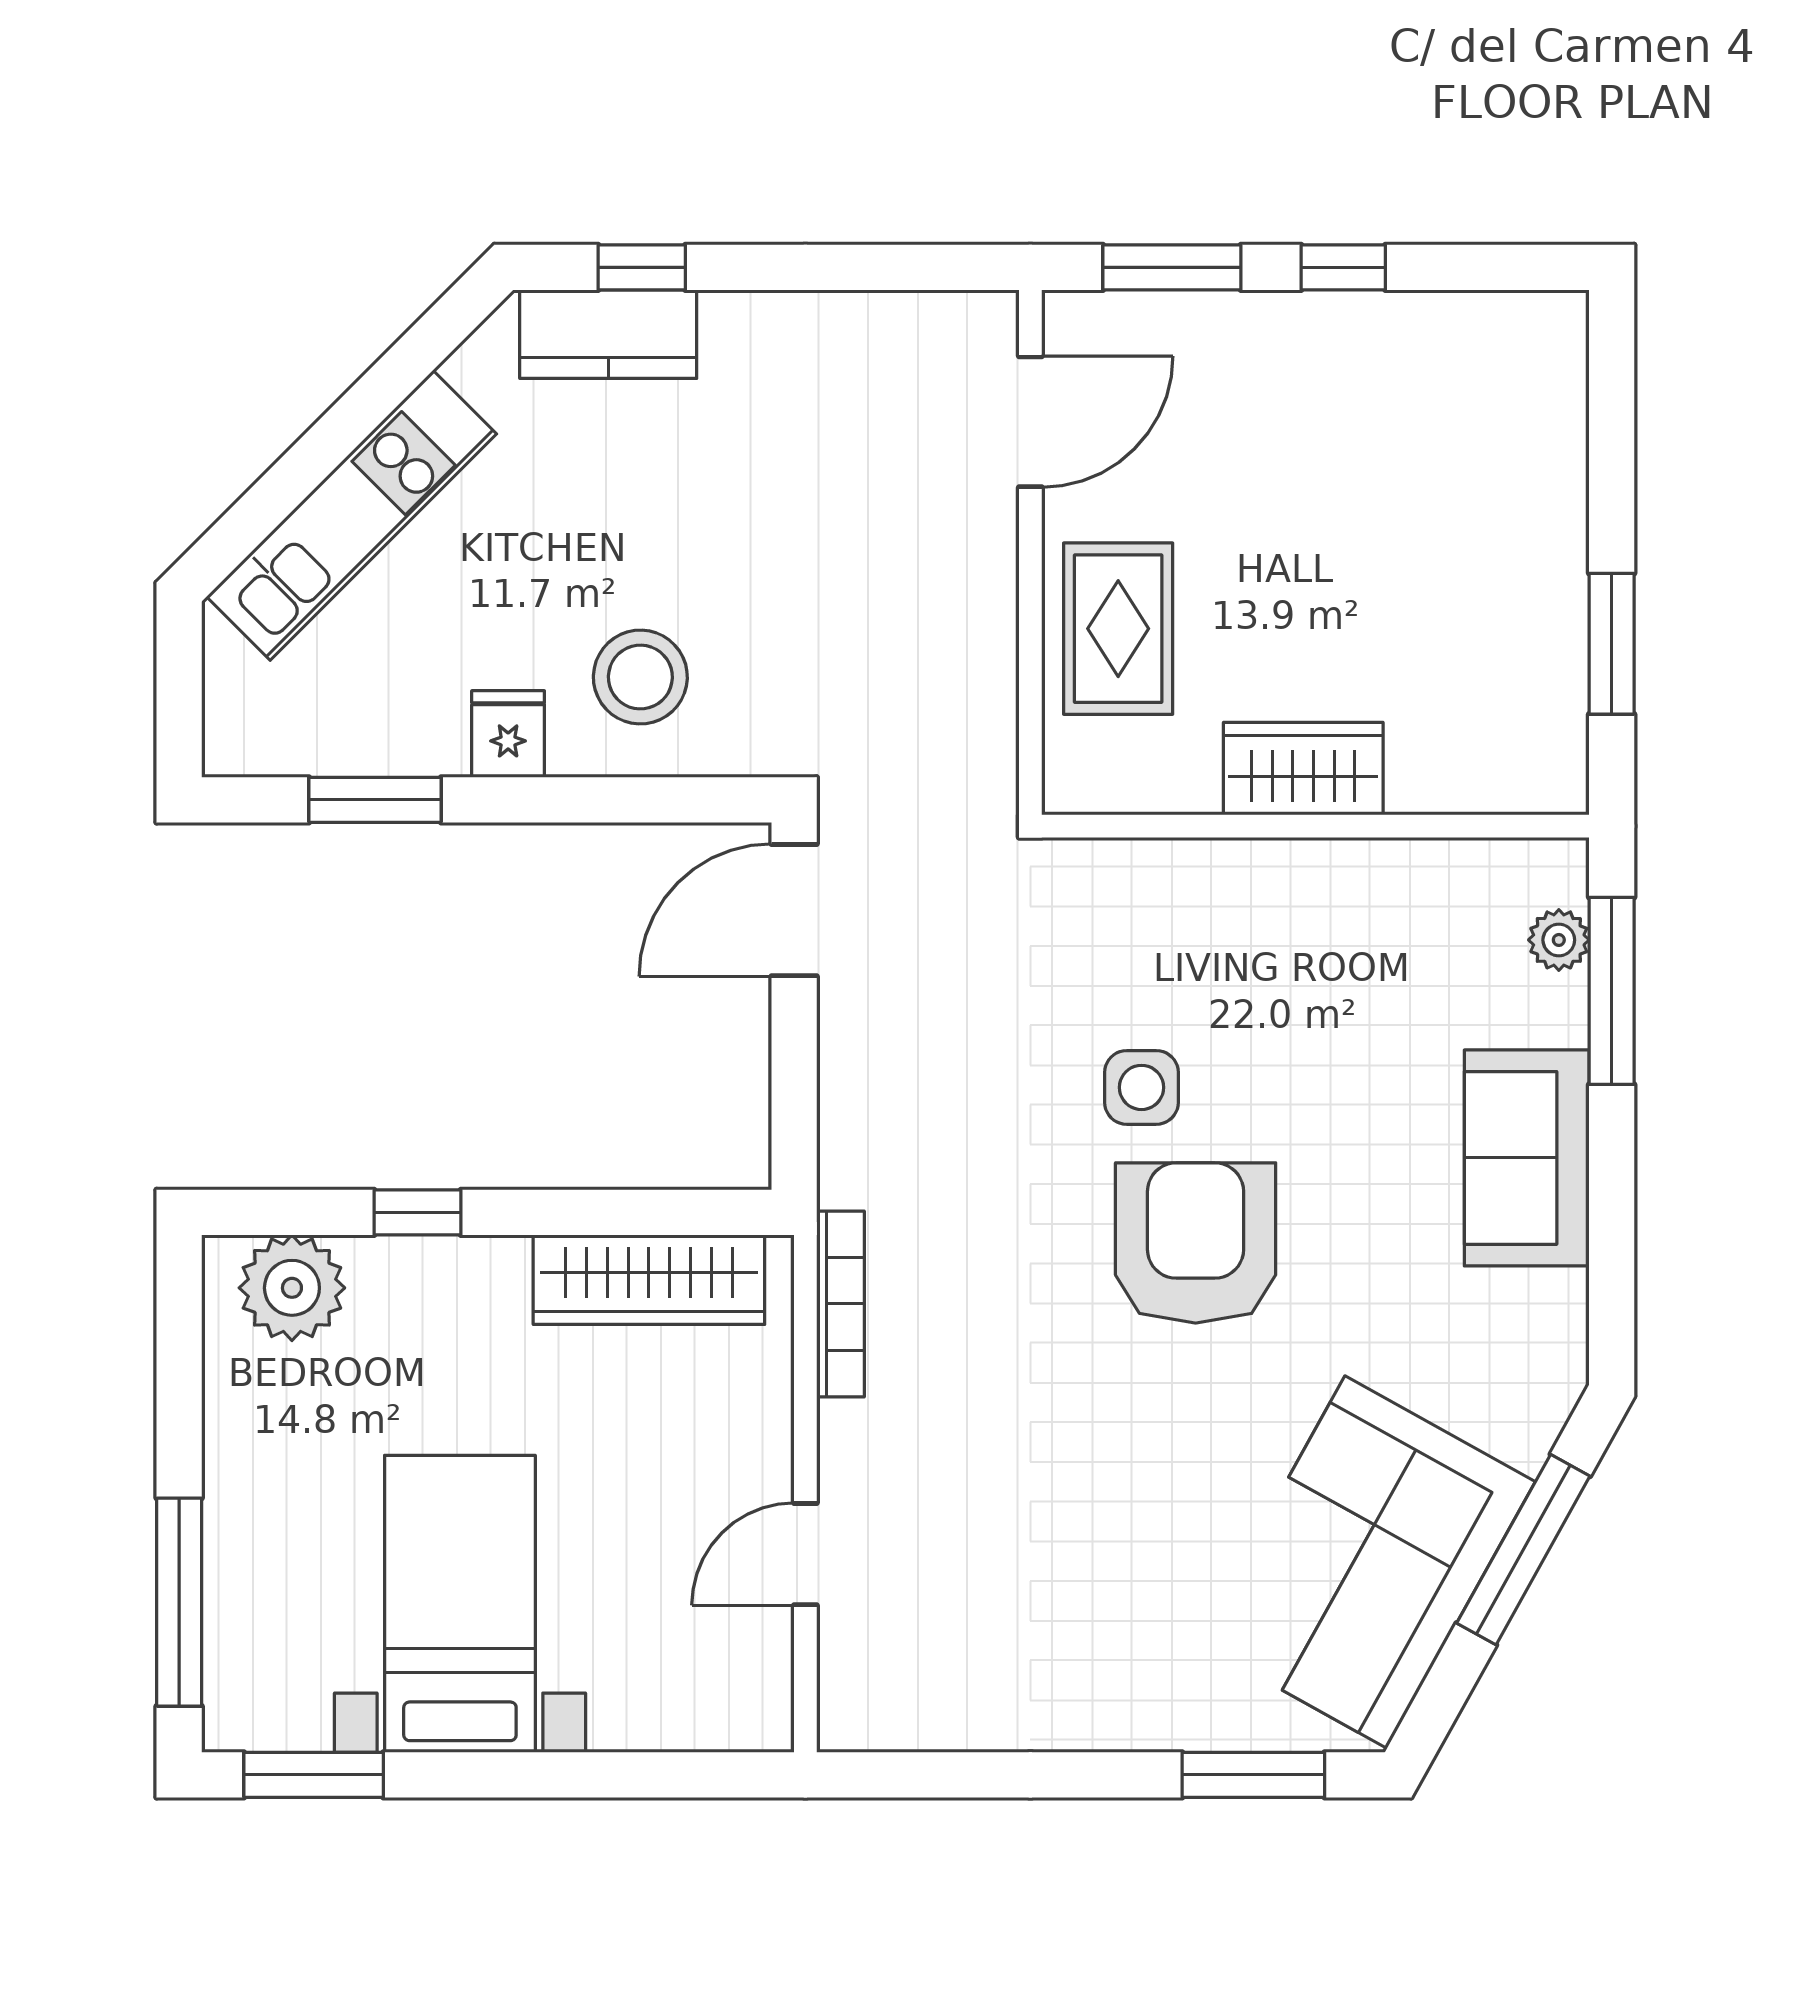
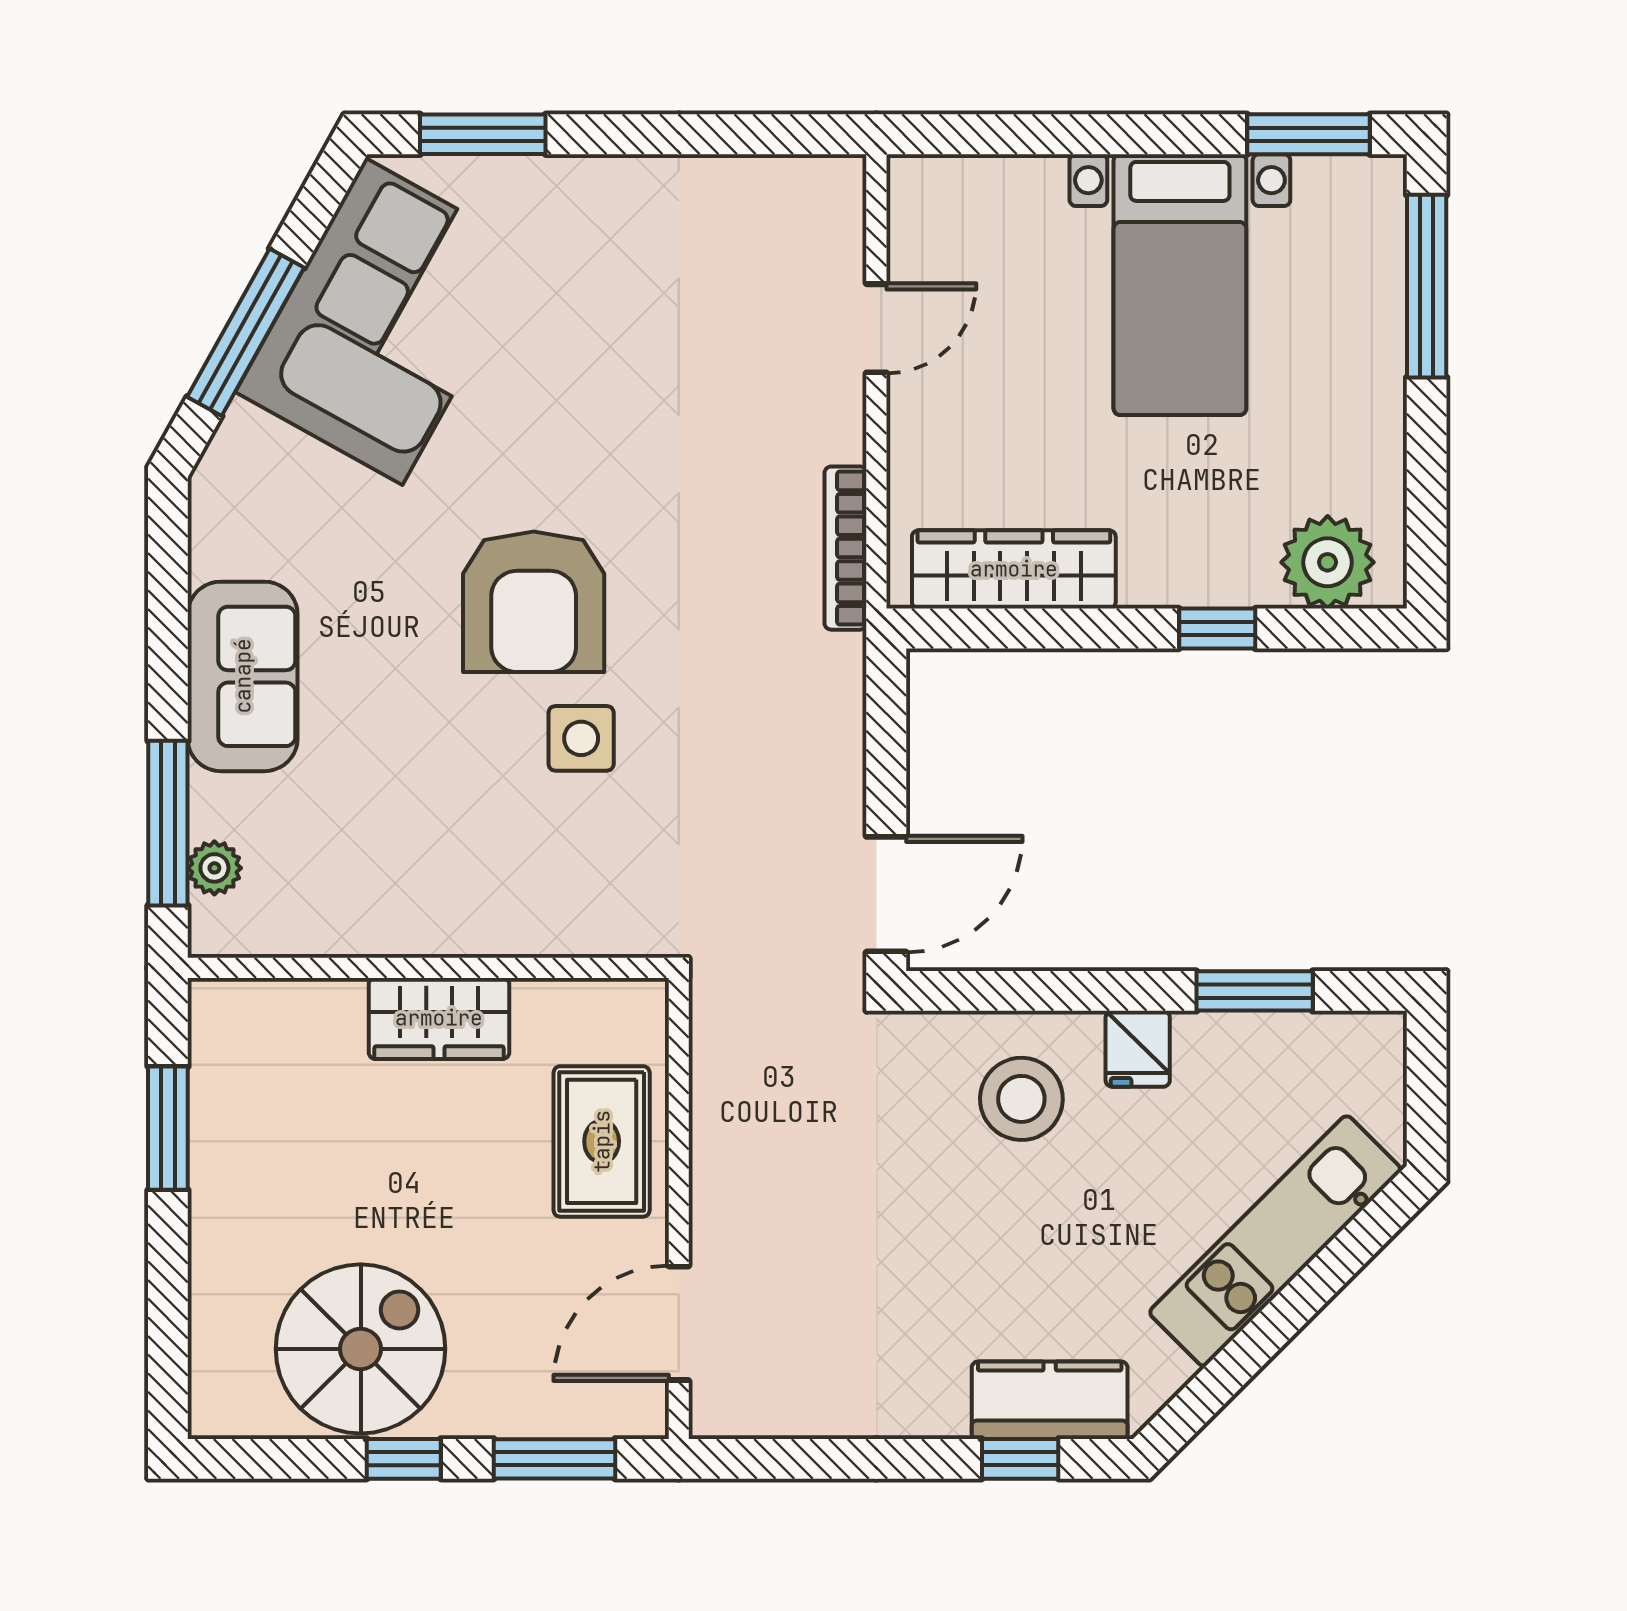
spiral stairs: (1393, 392) -> (361, 1349), added

